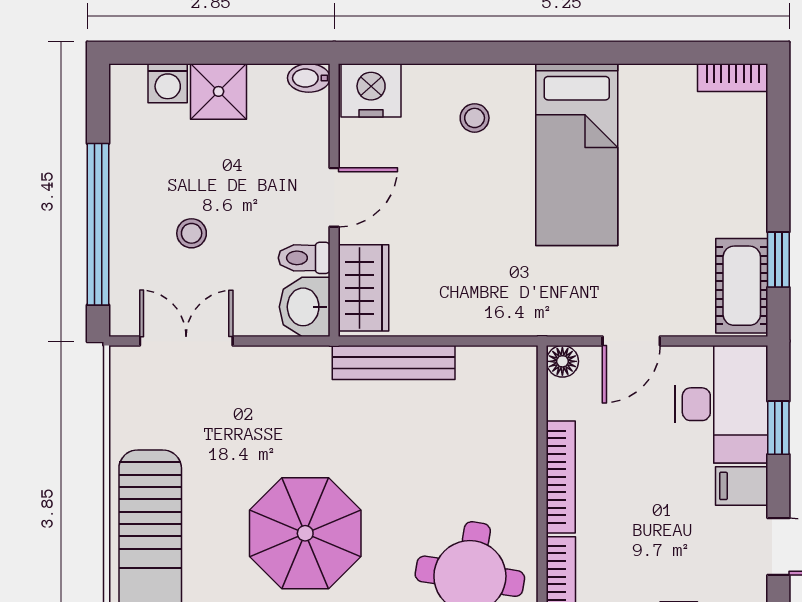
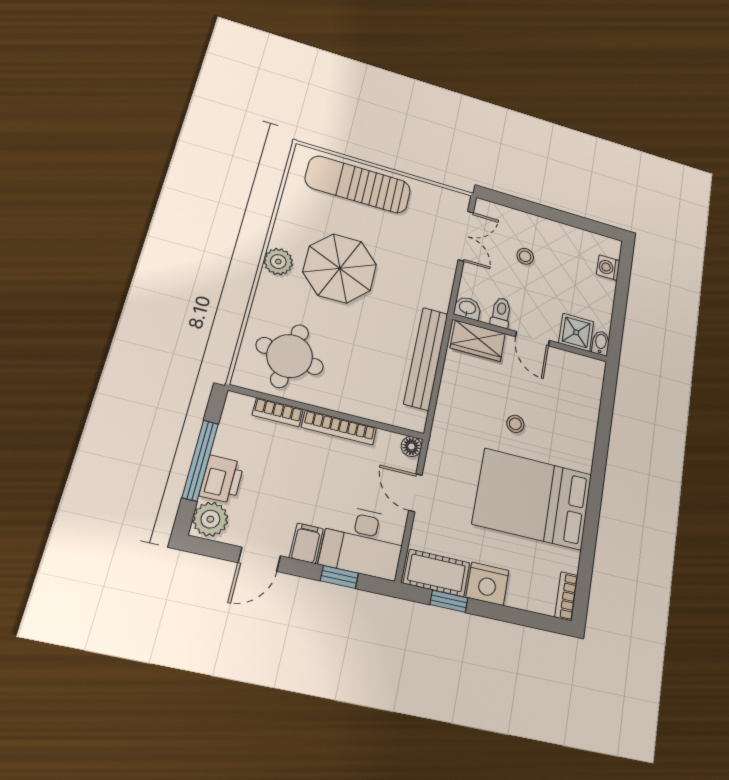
nightstand: (371, 90) -> (488, 584), moved, turned 90
shower: (219, 91) -> (576, 332), moved
stool: (475, 118) -> (515, 424), moved
bed: (577, 155) -> (533, 499), width x1.50
window: (98, 224) -> (538, 210), removed
washbasin: (305, 307) -> (467, 308), width x0.72, depth x0.69
bench: (394, 362) -> (426, 358), width x1.37, depth x1.21

